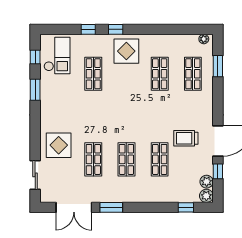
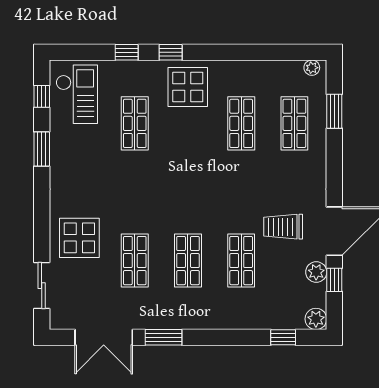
plant: (207, 182) -> (316, 272), moved

